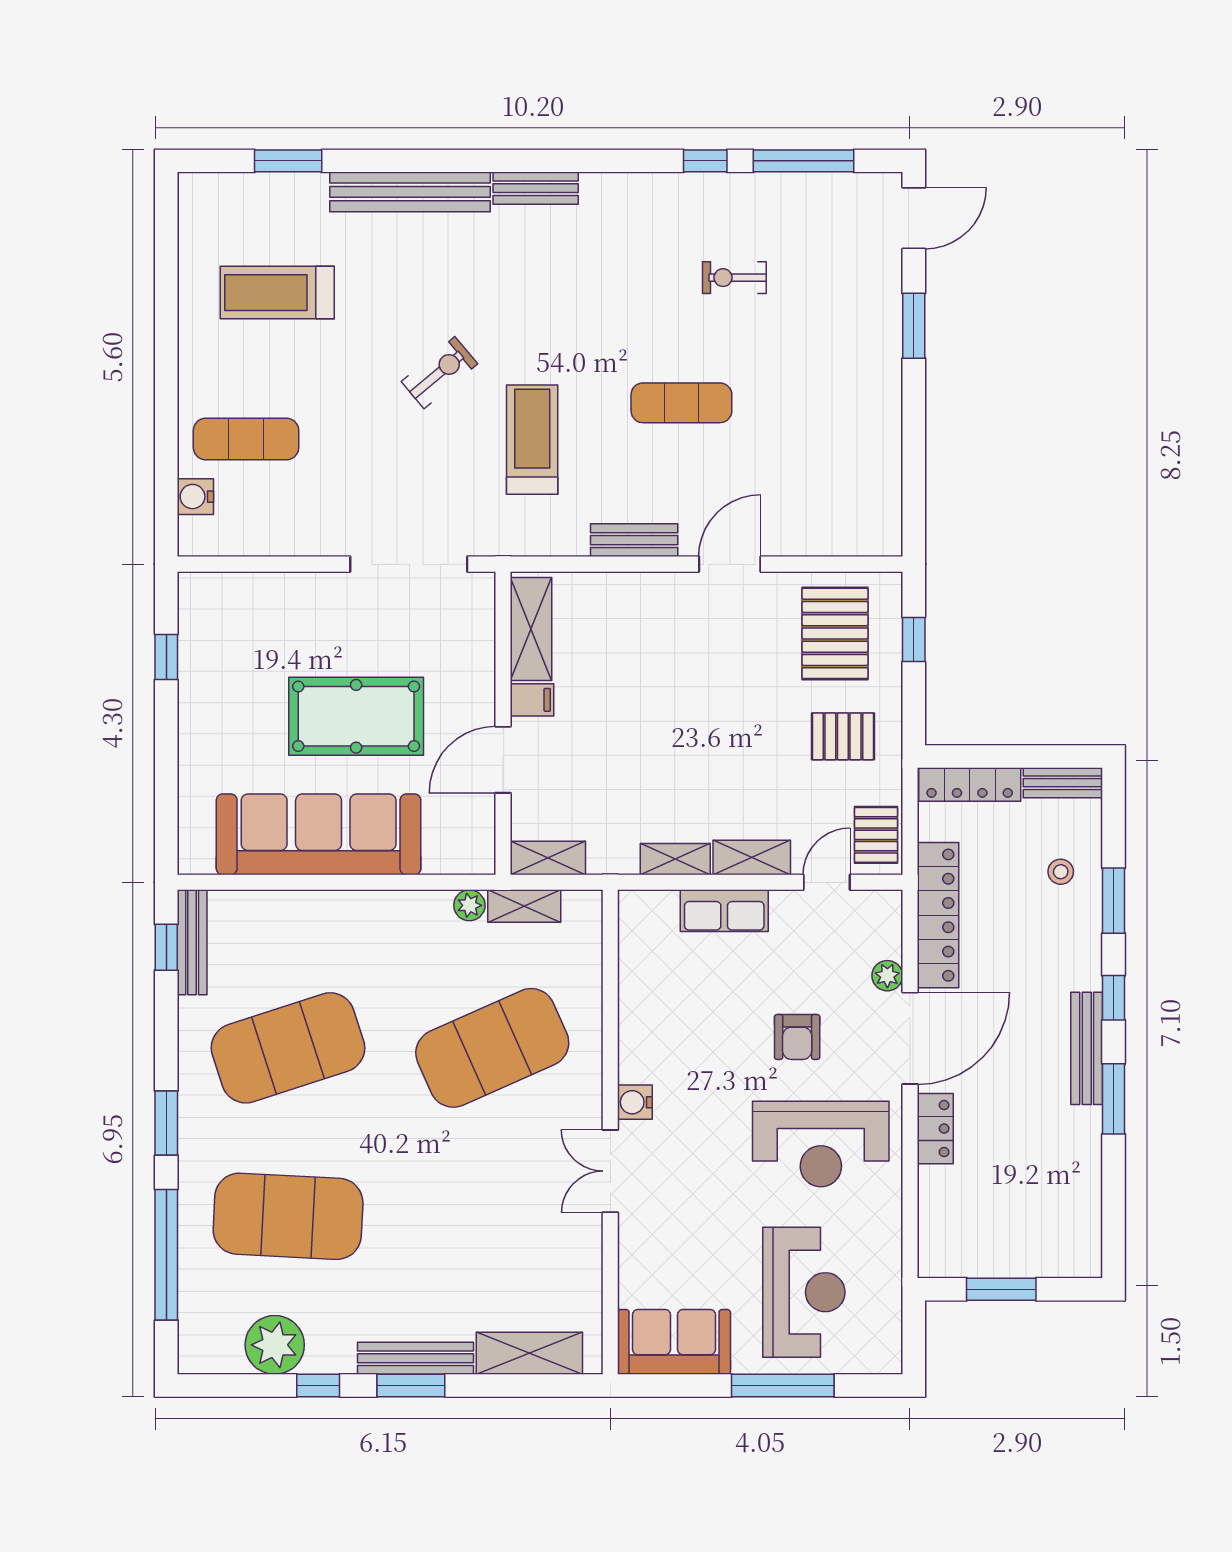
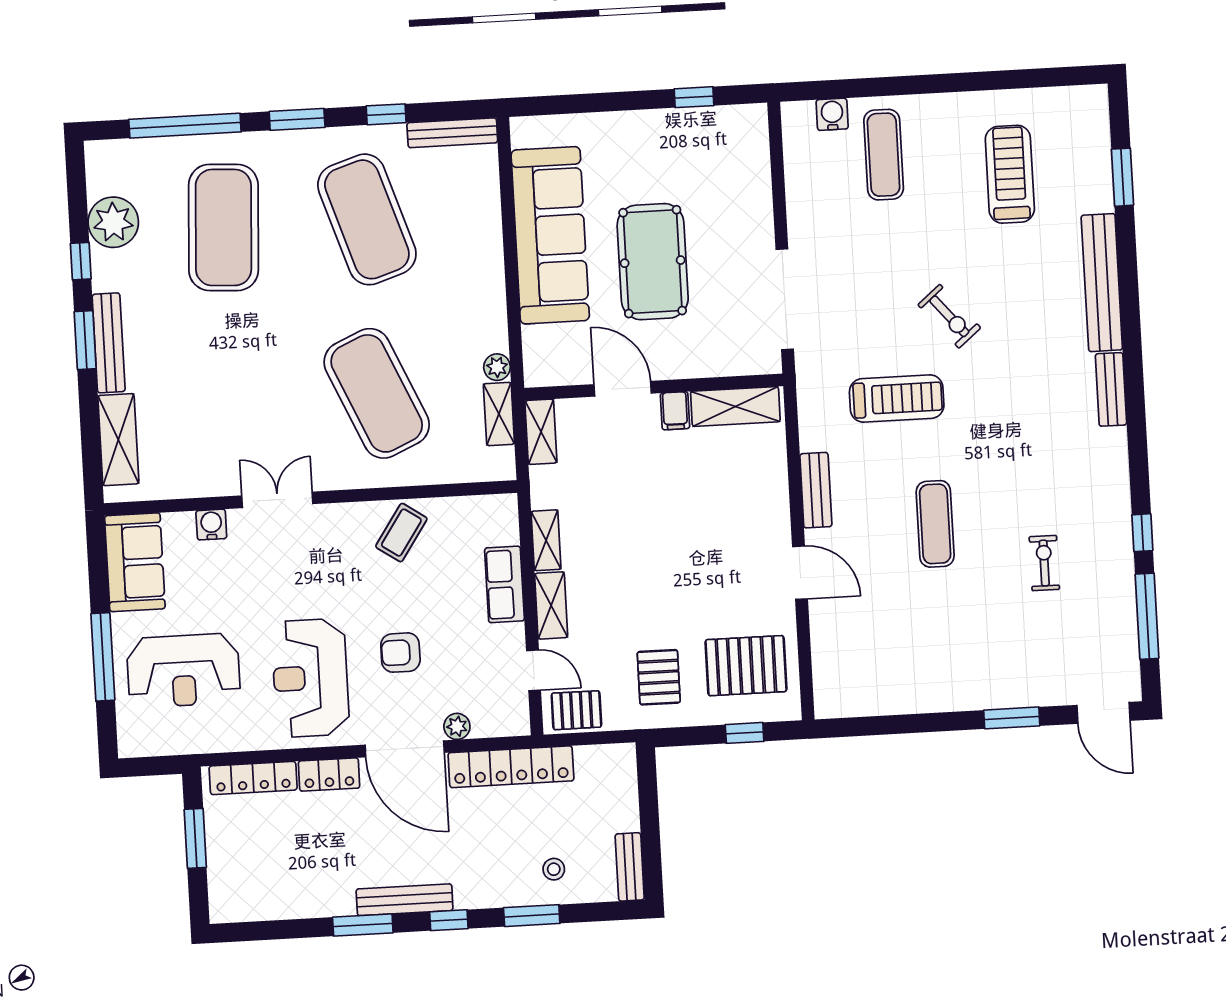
locker: (970, 784) -> (253, 778), moved, turned -90
window: (166, 947) -> (386, 114), moved
coffee table: (657, 1028) -> (401, 533), added
water cooler: (635, 1102) -> (211, 525), moved

